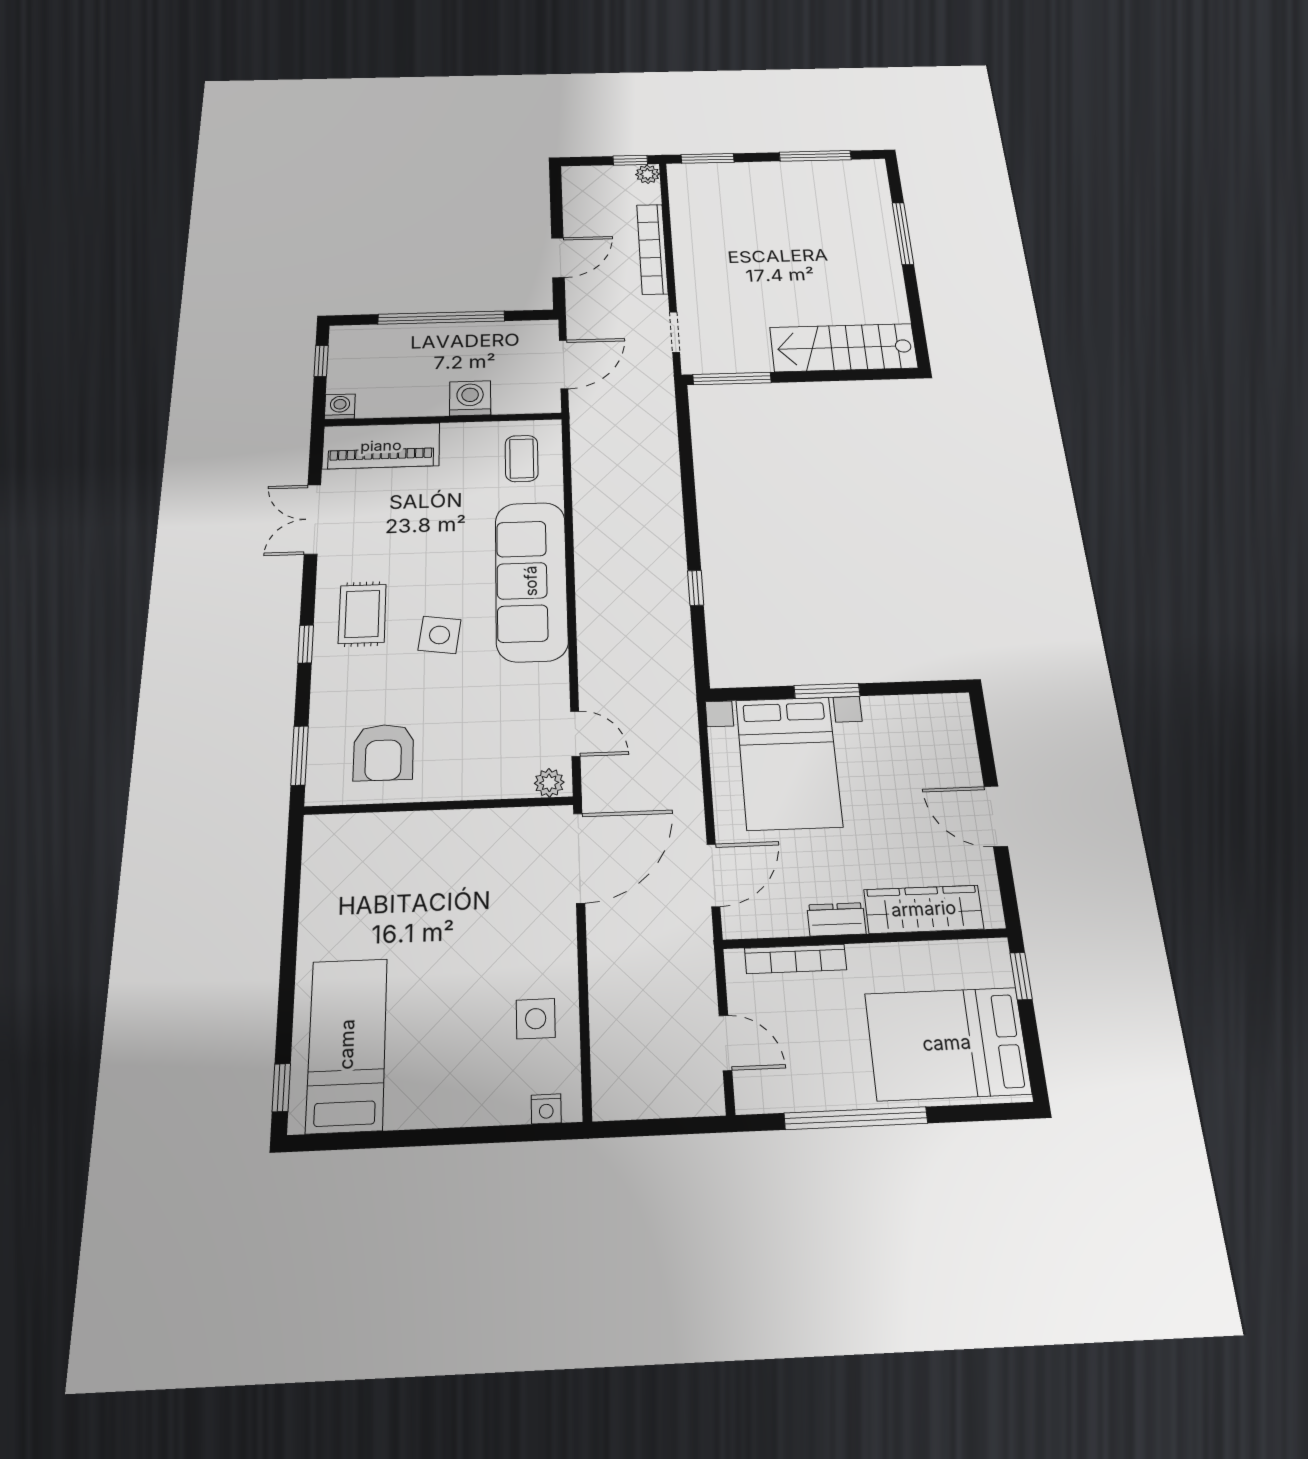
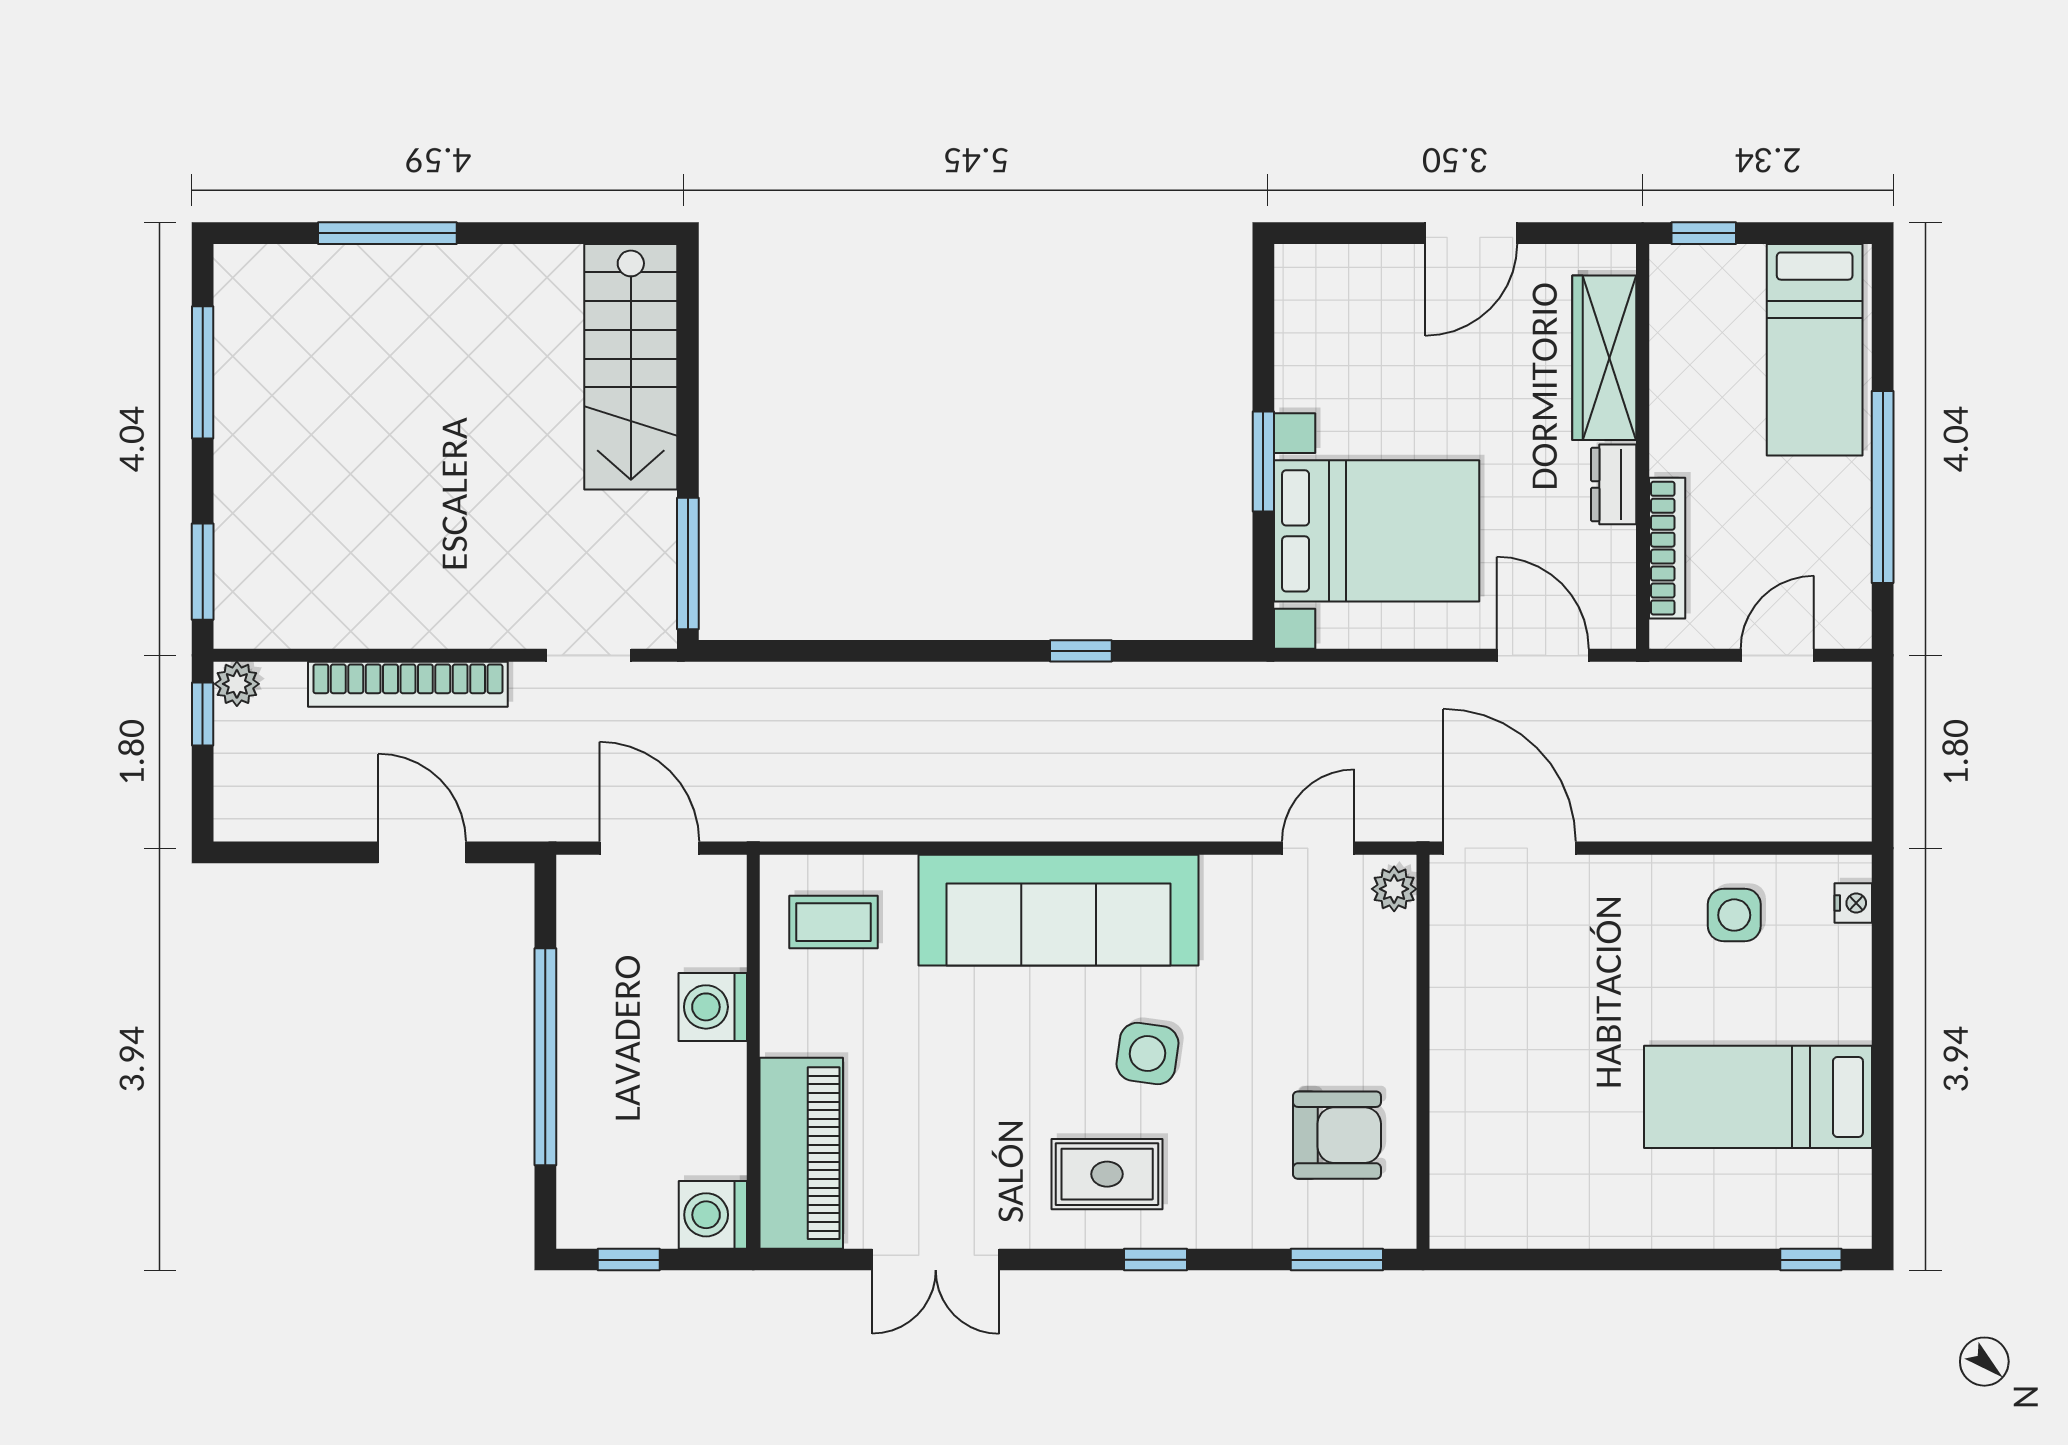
washing machine: (340, 407) -> (713, 1215), width x1.38, depth x1.38
bed: (947, 1043) -> (1815, 350), width x0.67
bed: (347, 1044) -> (1758, 1097), moved

